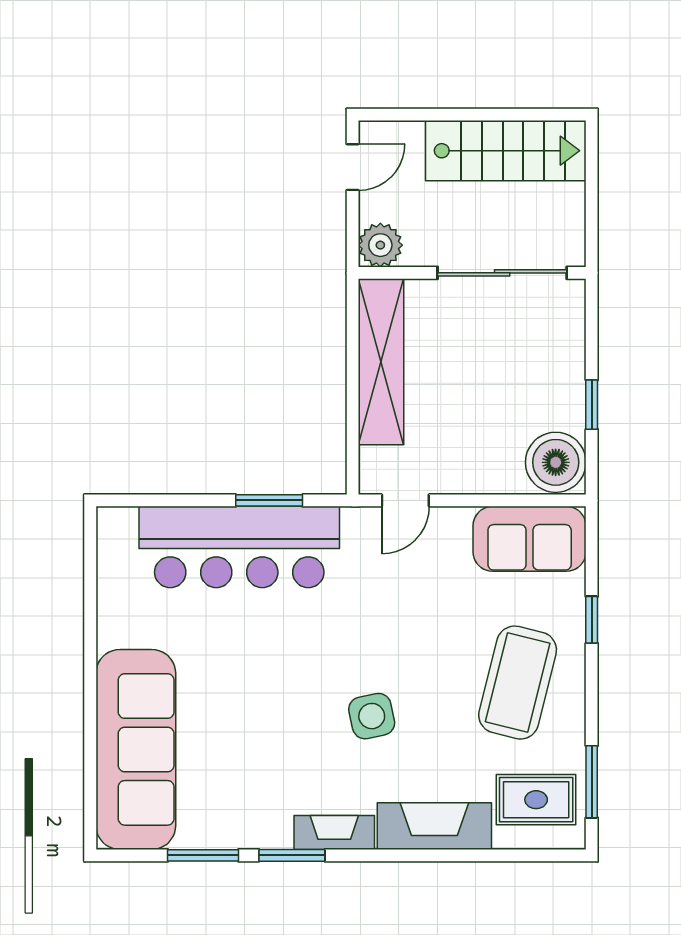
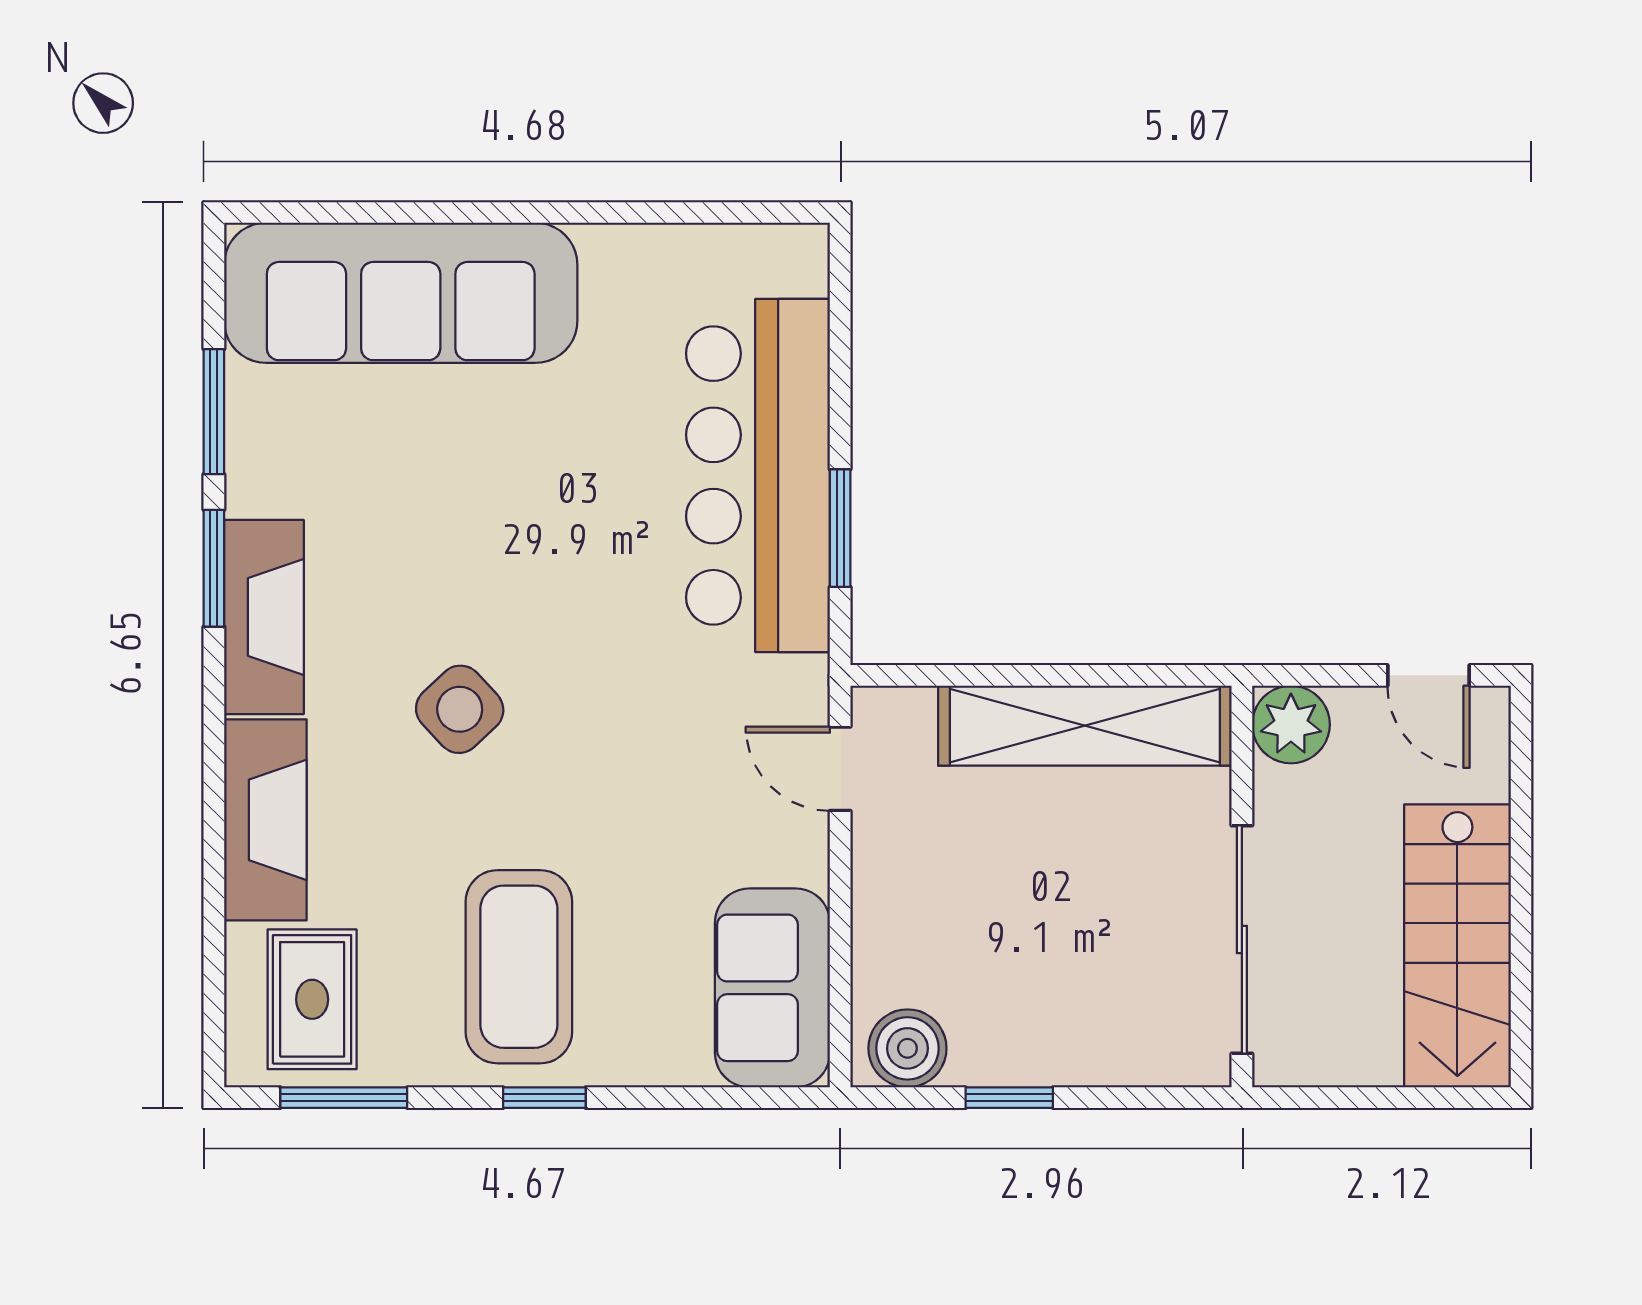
boiler: (556, 462) -> (907, 1048), width x0.73, depth x0.73
window: (592, 620) -> (544, 1098), moved
coffee table: (518, 683) -> (519, 967), turned 76
side table: (372, 716) -> (460, 709), turned -31
fireplace: (334, 832) -> (264, 617), width x1.37, depth x1.32

